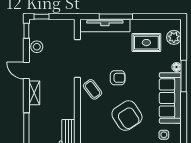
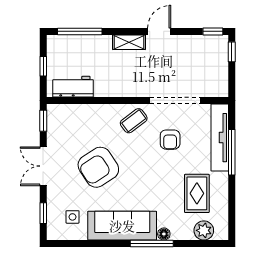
stool: (37, 47) -> (191, 46), removed
armchair: (118, 78) -> (170, 140), moved

